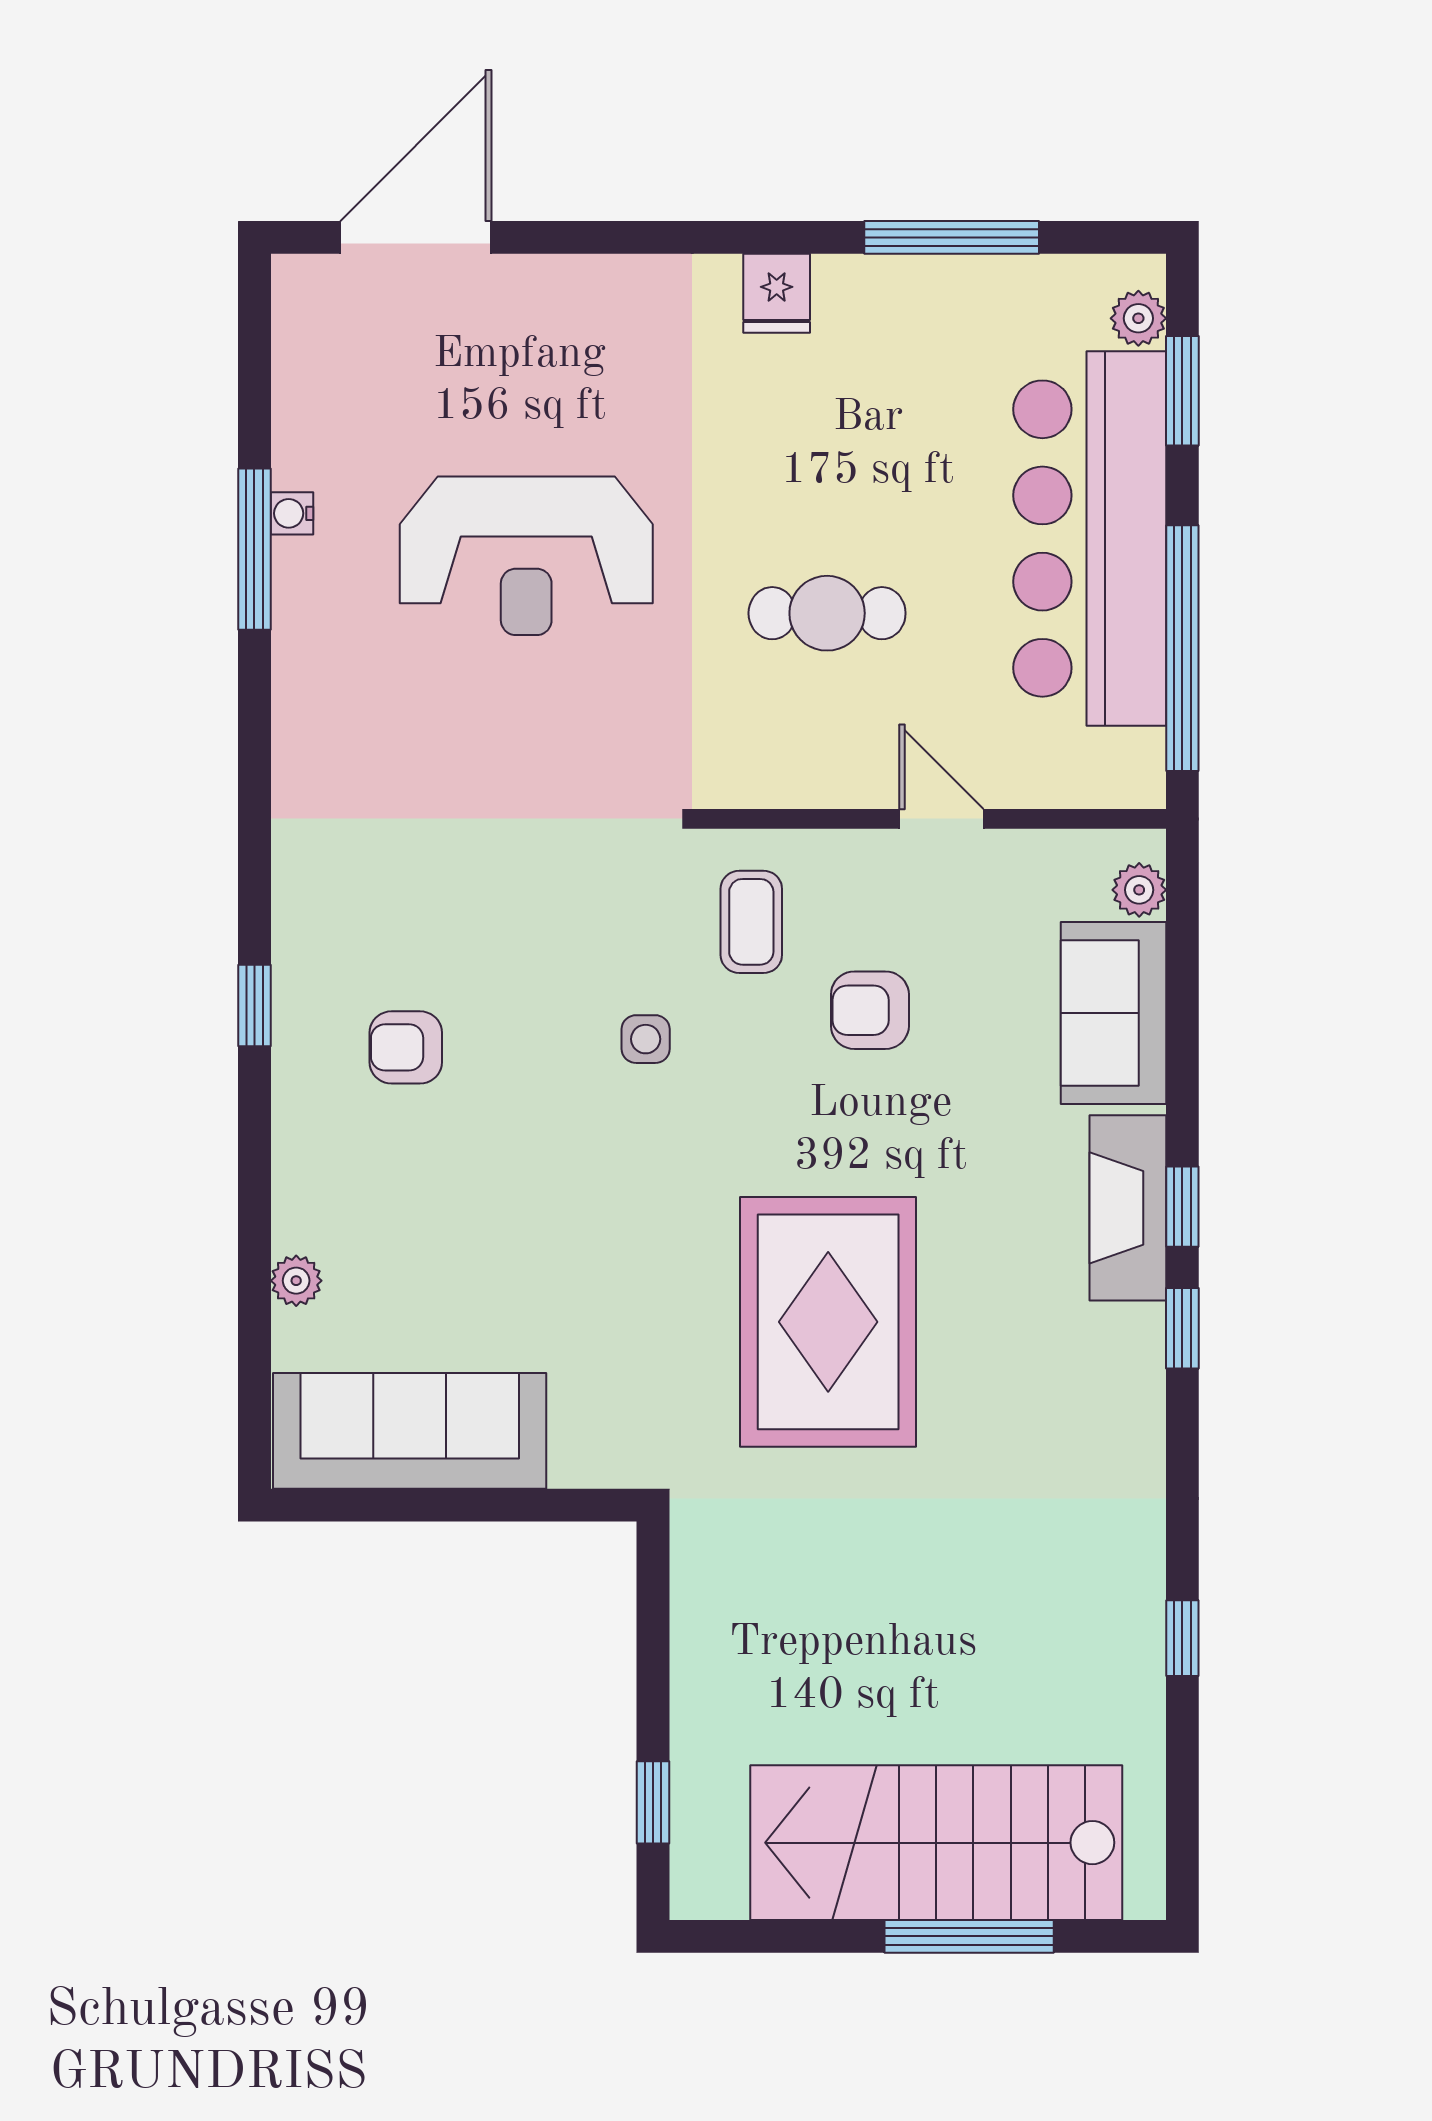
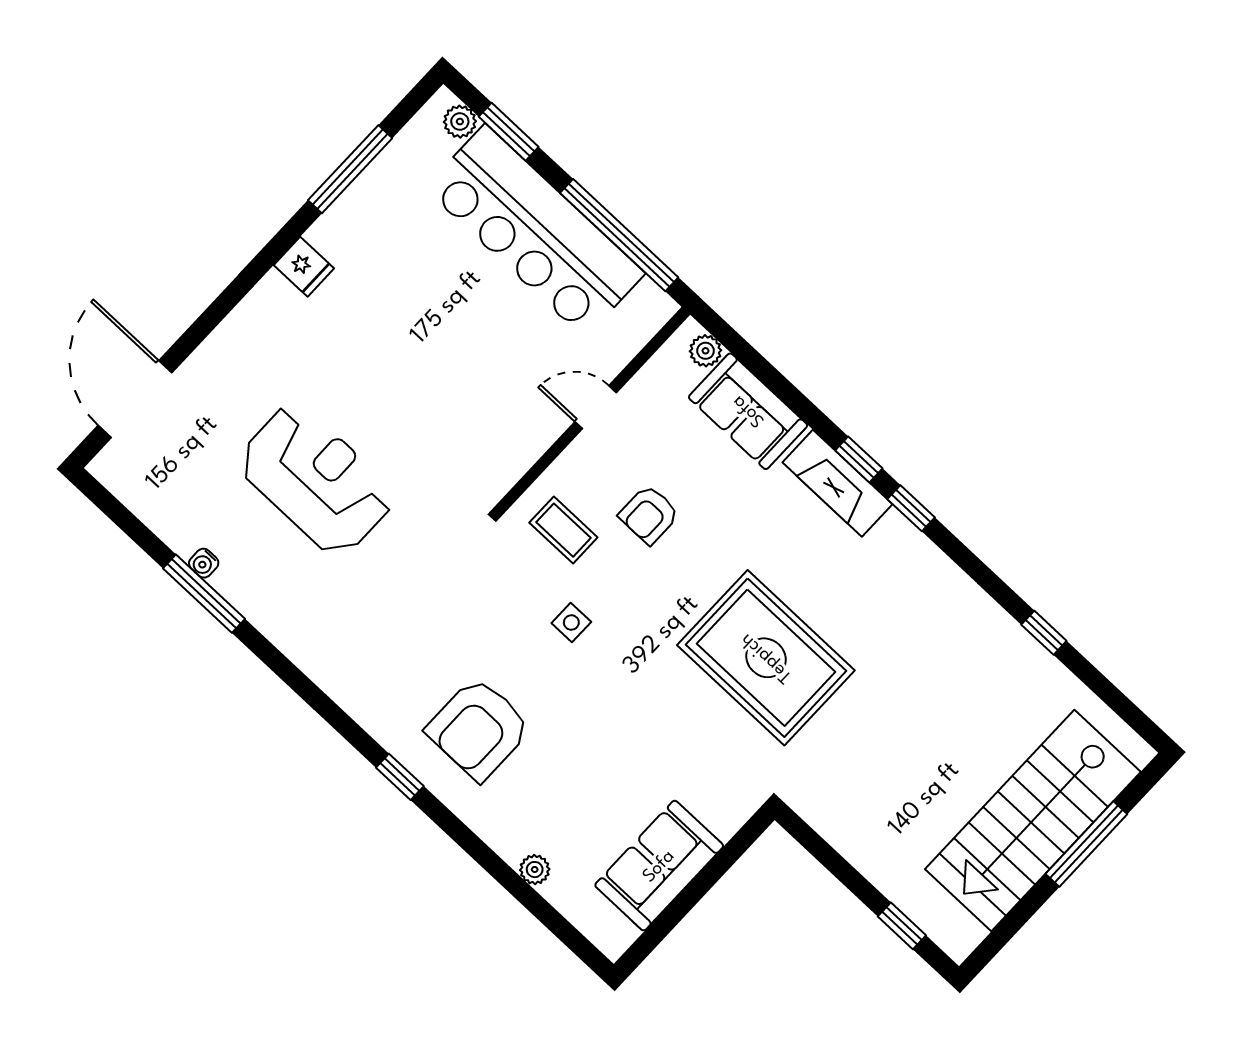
reception desk: (526, 556) -> (316, 480), turned -90
cafe table: (827, 613) -> (461, 374), removed
armchair: (406, 1047) -> (479, 729), width x1.88, depth x1.88
sofa: (410, 1431) -> (659, 866), width x0.73

